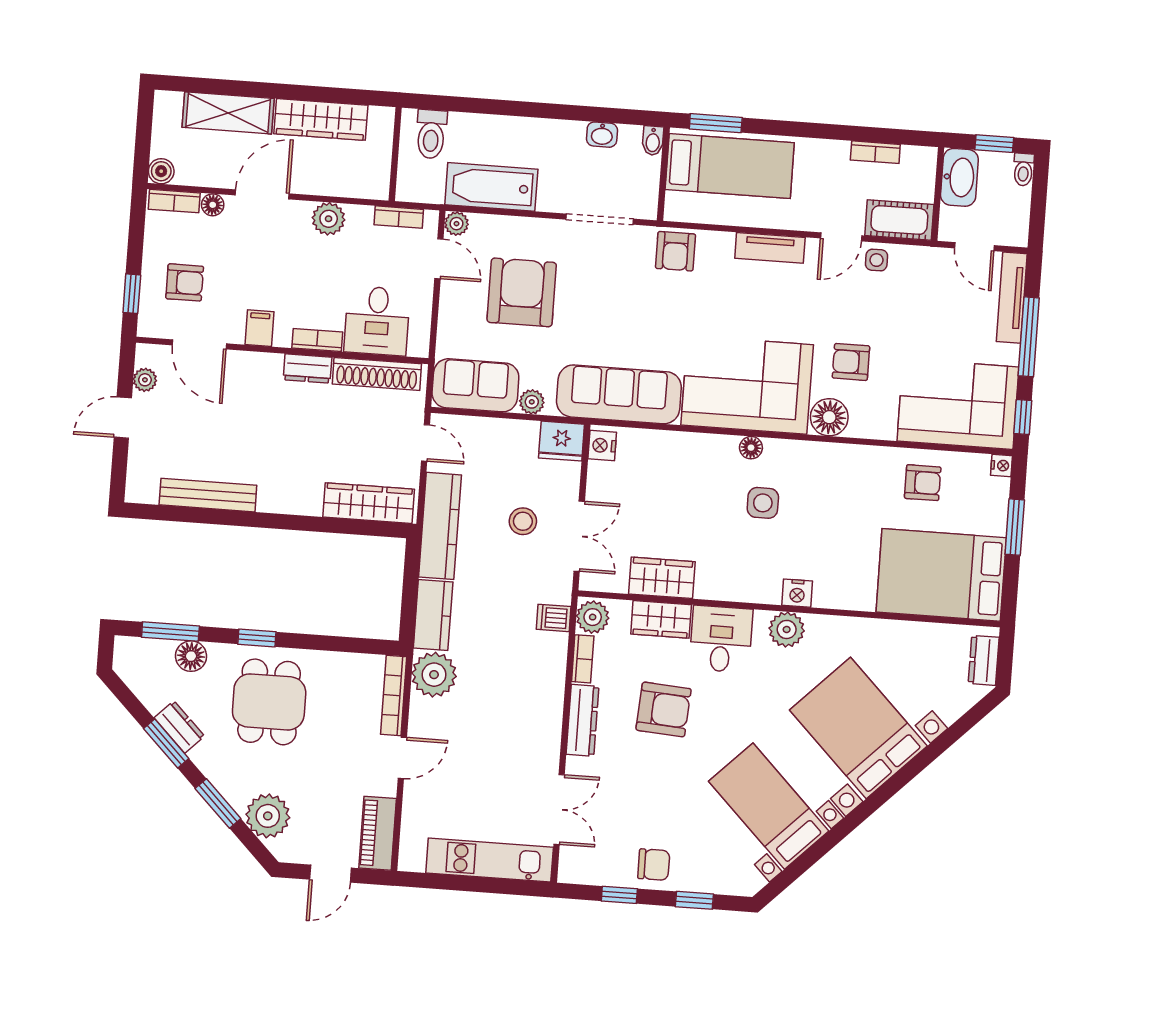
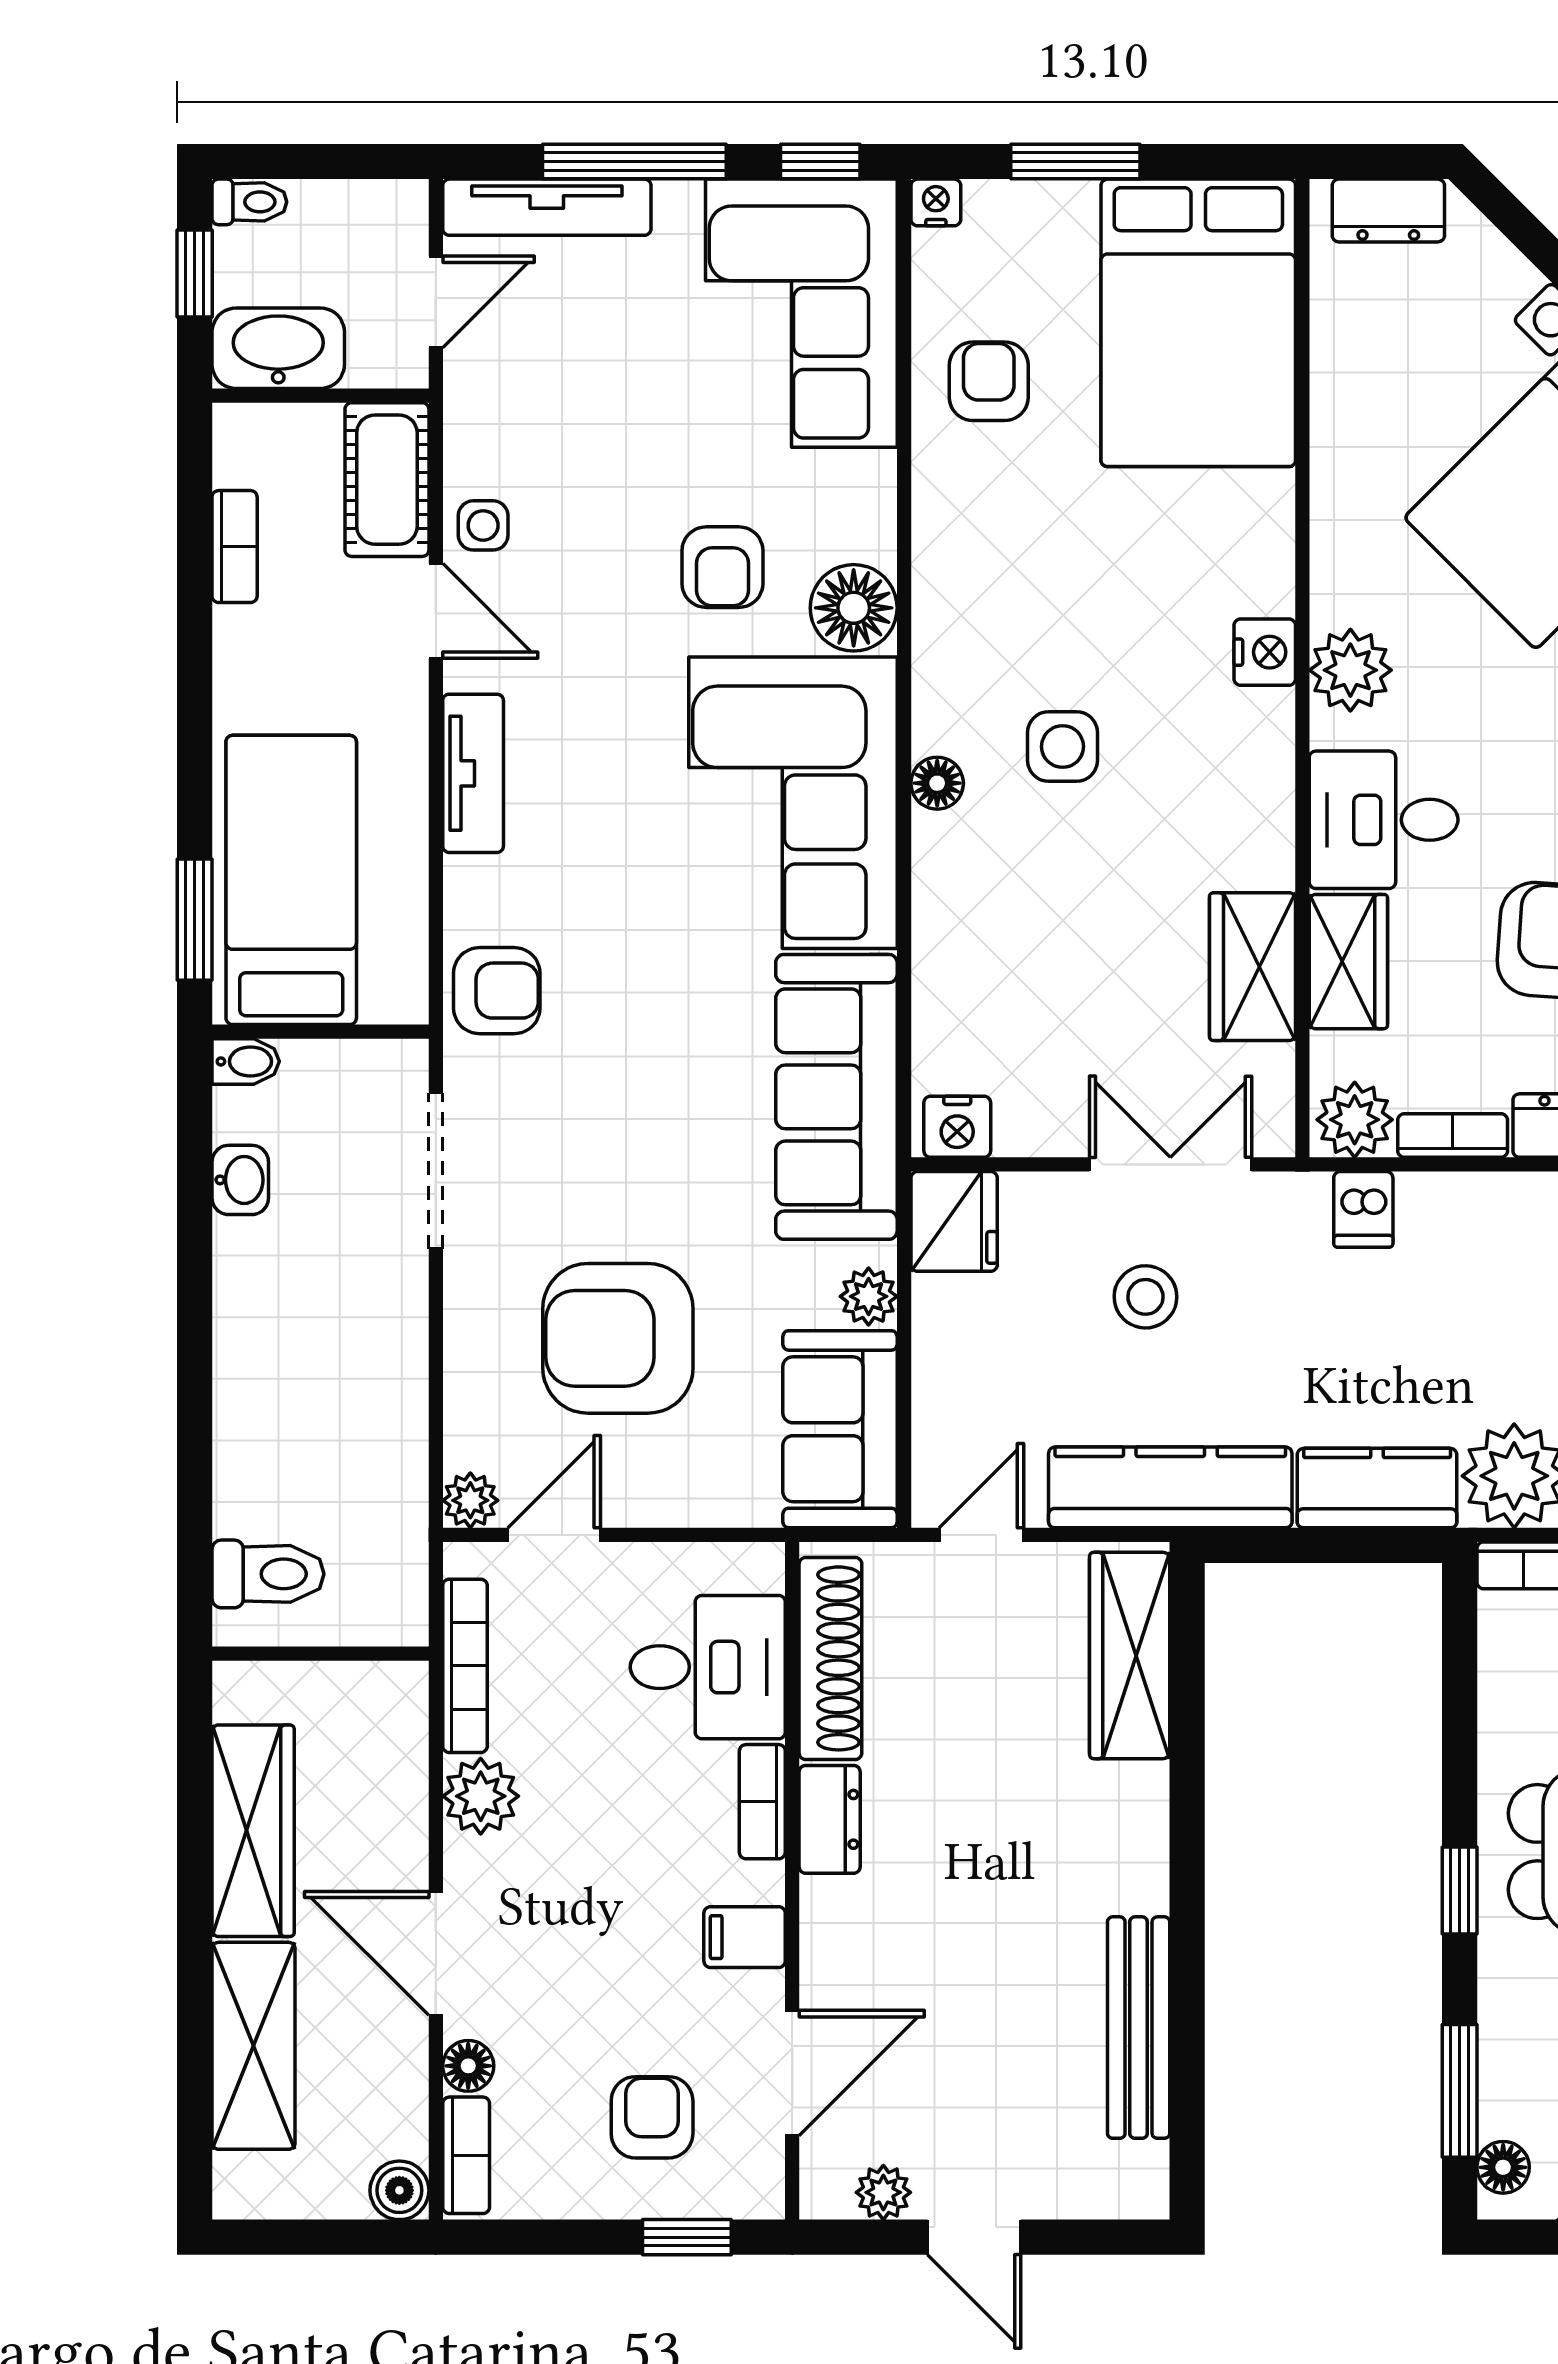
bathtub: (491, 187) -> (380, 1426), removed
bookcase: (399, 217) -> (465, 1666), width x1.56
floor lamp: (191, 656) -> (1503, 2167), moved, width x0.73, depth x0.73

